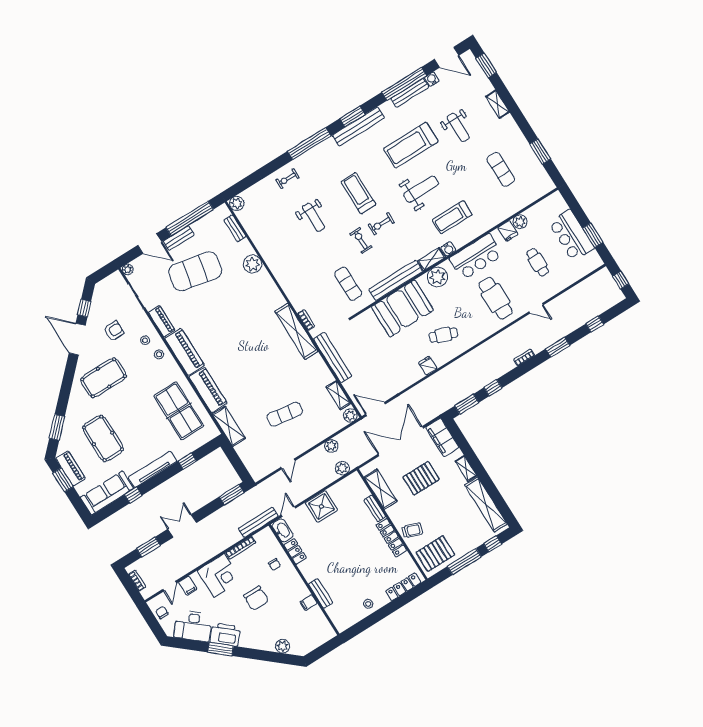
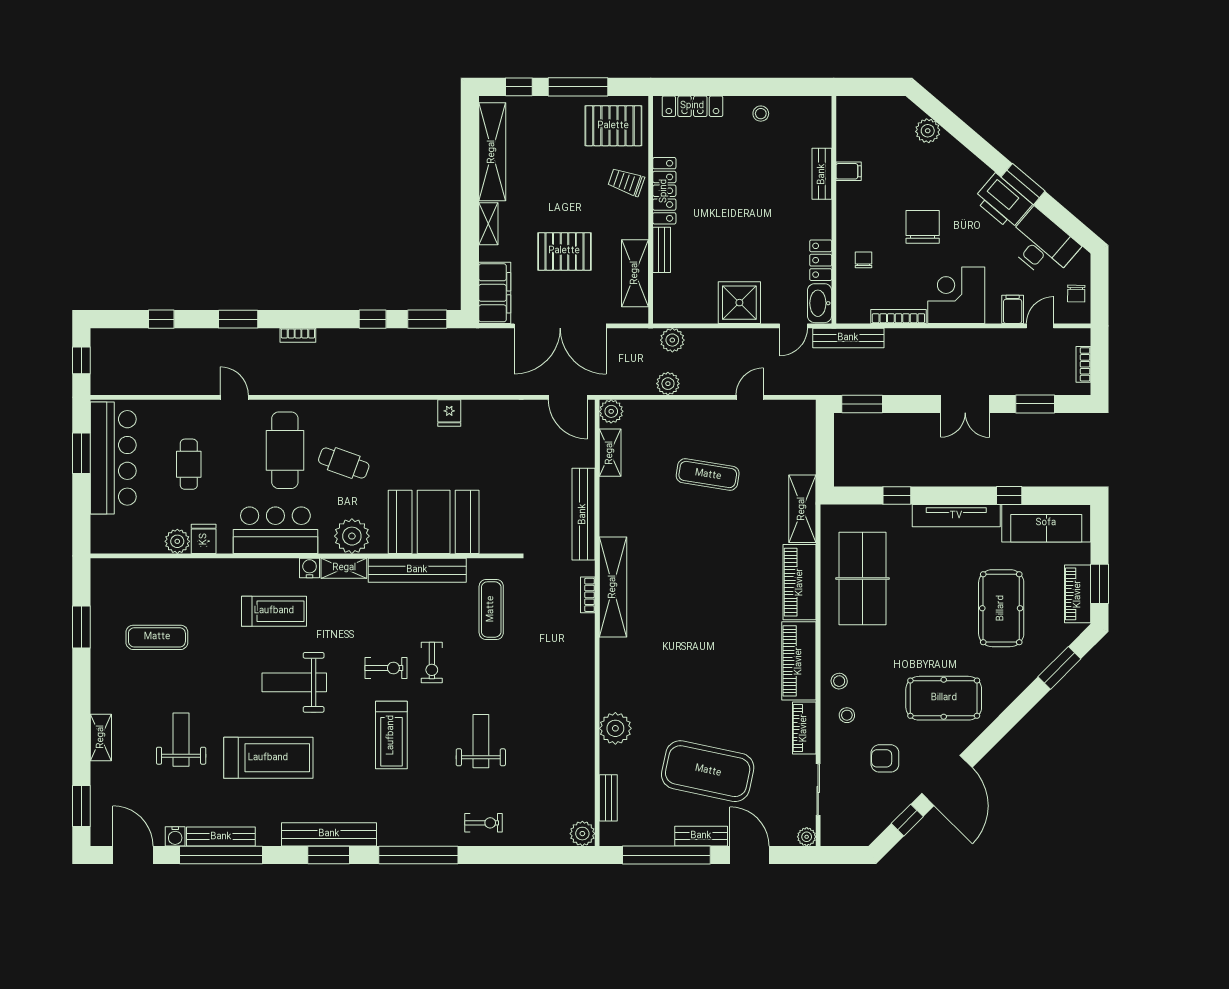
exercise mat: (501, 169) -> (157, 637), turned 90
bar counter: (571, 235) -> (113, 458), width x1.36
cafe table: (443, 335) -> (344, 463), moved

